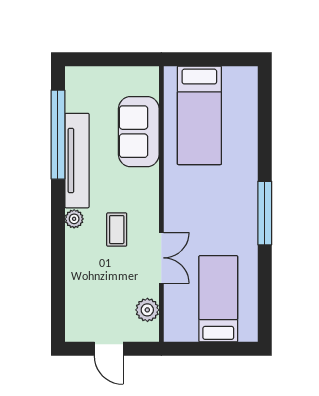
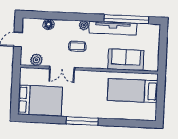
floor lamp: (76, 289) -> (49, 24), added
bed: (218, 299) -> (40, 101), width x1.50

